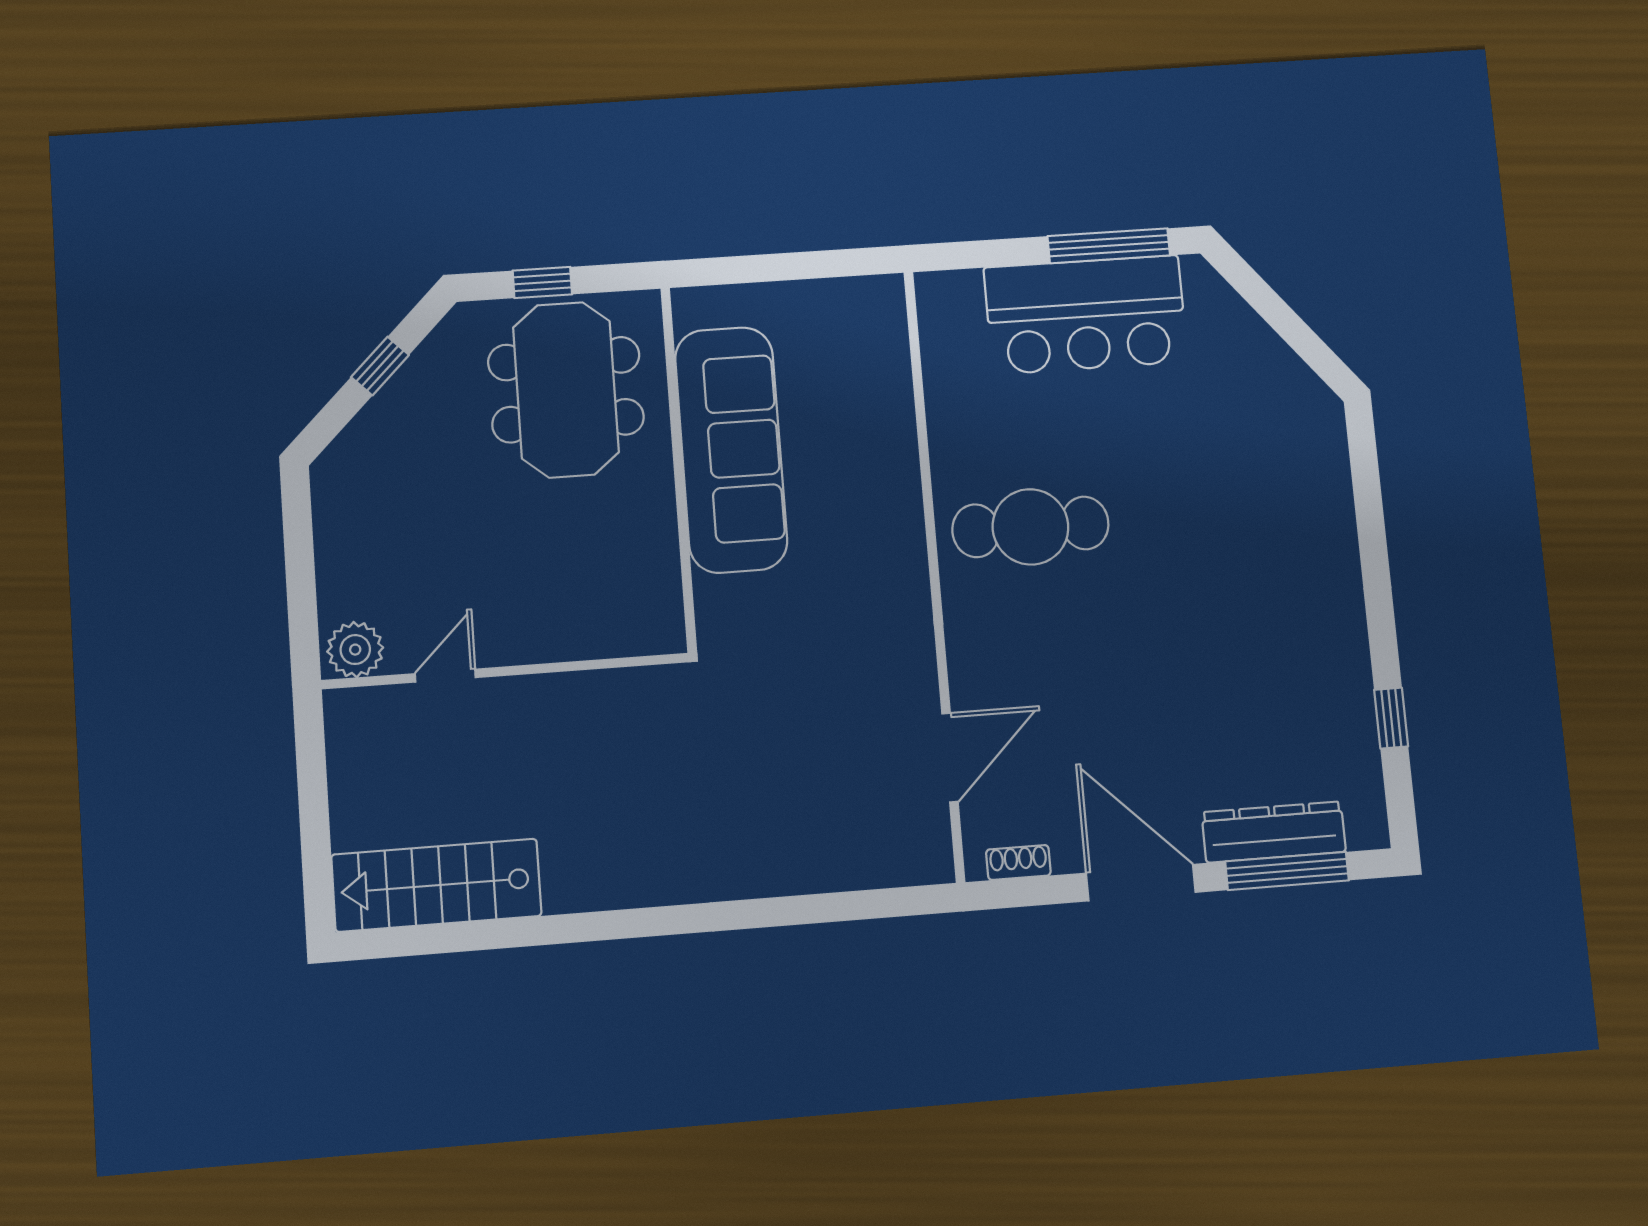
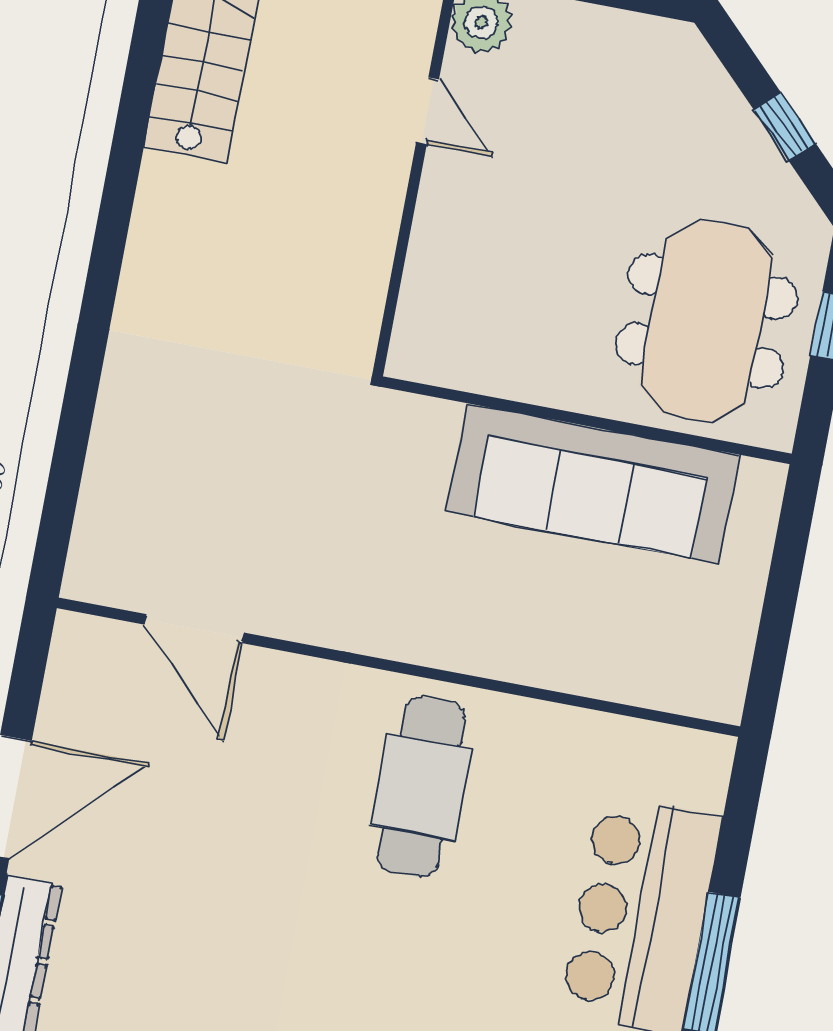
meeting table: (566, 390) -> (706, 321), turned 90
shoe rack: (1018, 862) -> (62, 671), removed

